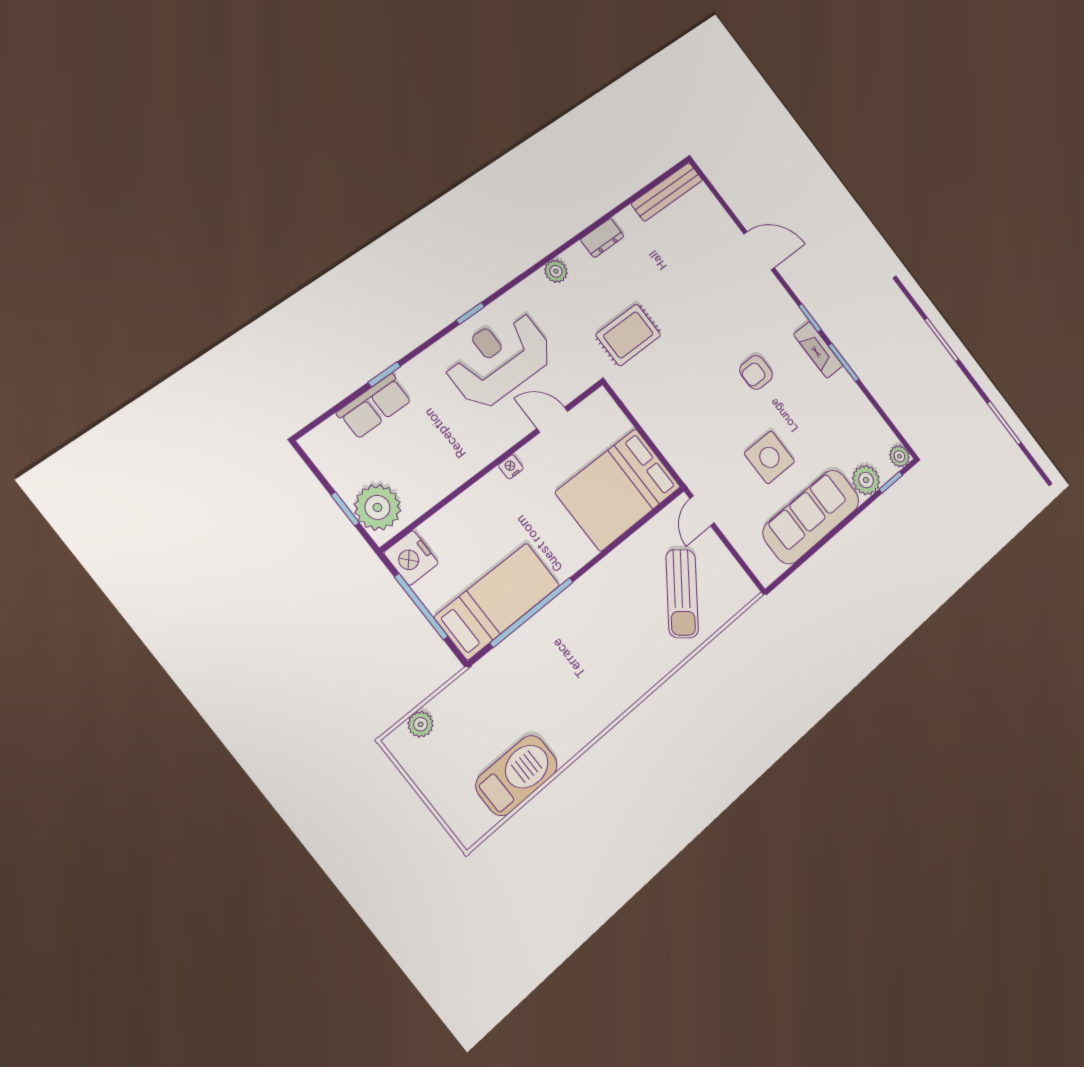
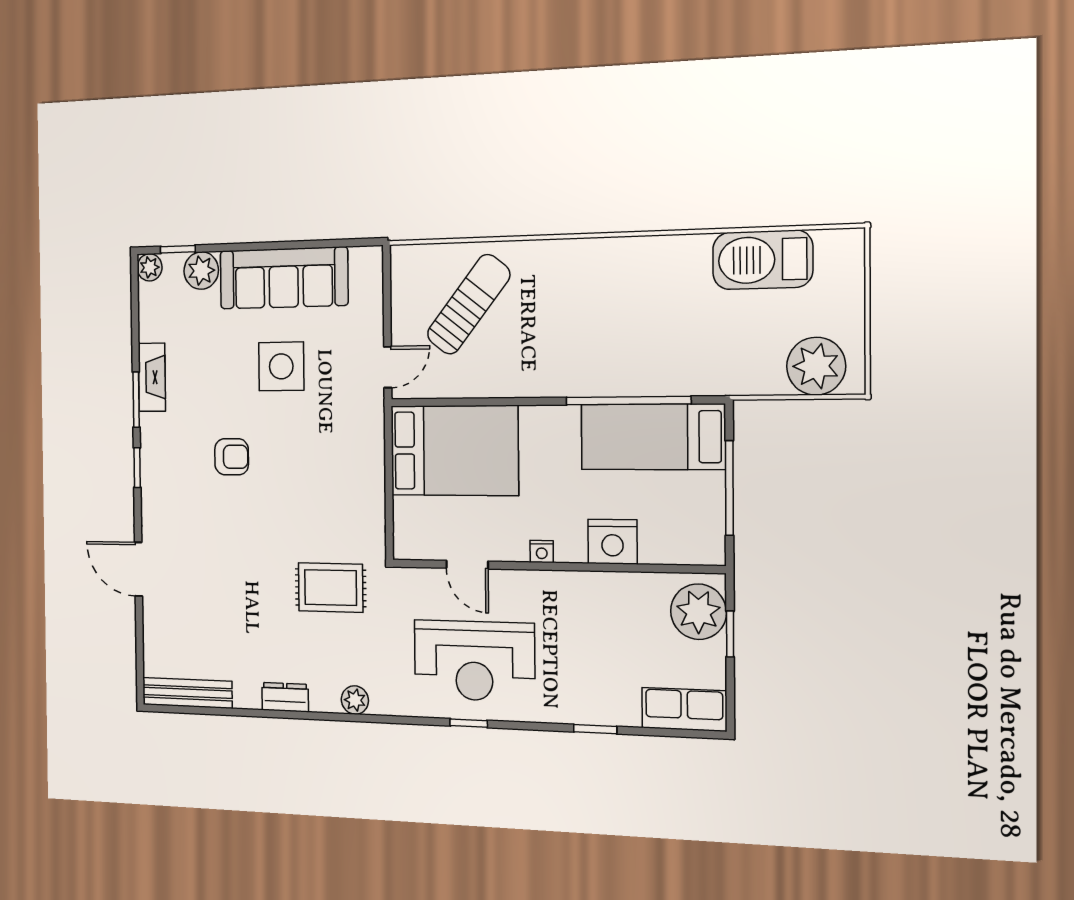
fireplace: (818, 350) -> (152, 377), moved
row of seats: (374, 406) -> (684, 709), moved
nightstand: (411, 558) -> (612, 542), moved, turned 90
plant: (420, 724) -> (816, 366), width x1.88, depth x1.88

